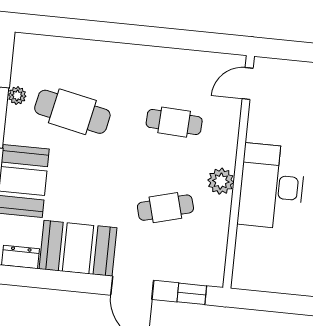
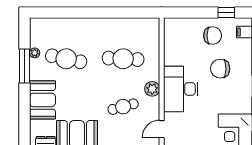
door: (248, 84) -> (162, 129), moved
cafe table: (174, 122) -> (123, 59), width x1.37, depth x1.35

